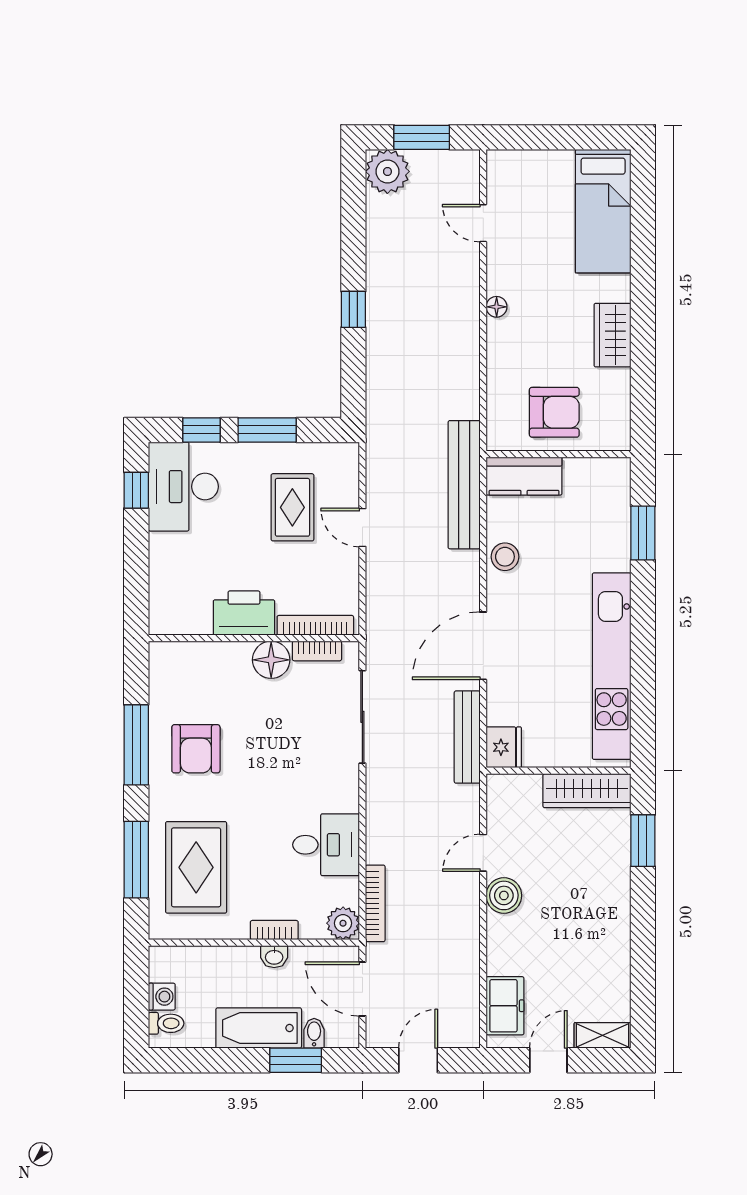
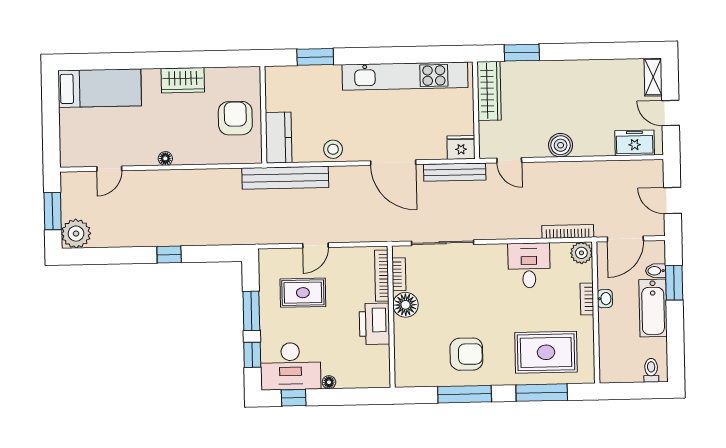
floor lamp: (158, 543) -> (329, 382), added
door: (483, 853) -> (509, 160), moved
washing machine: (162, 997) -> (633, 374), removed

